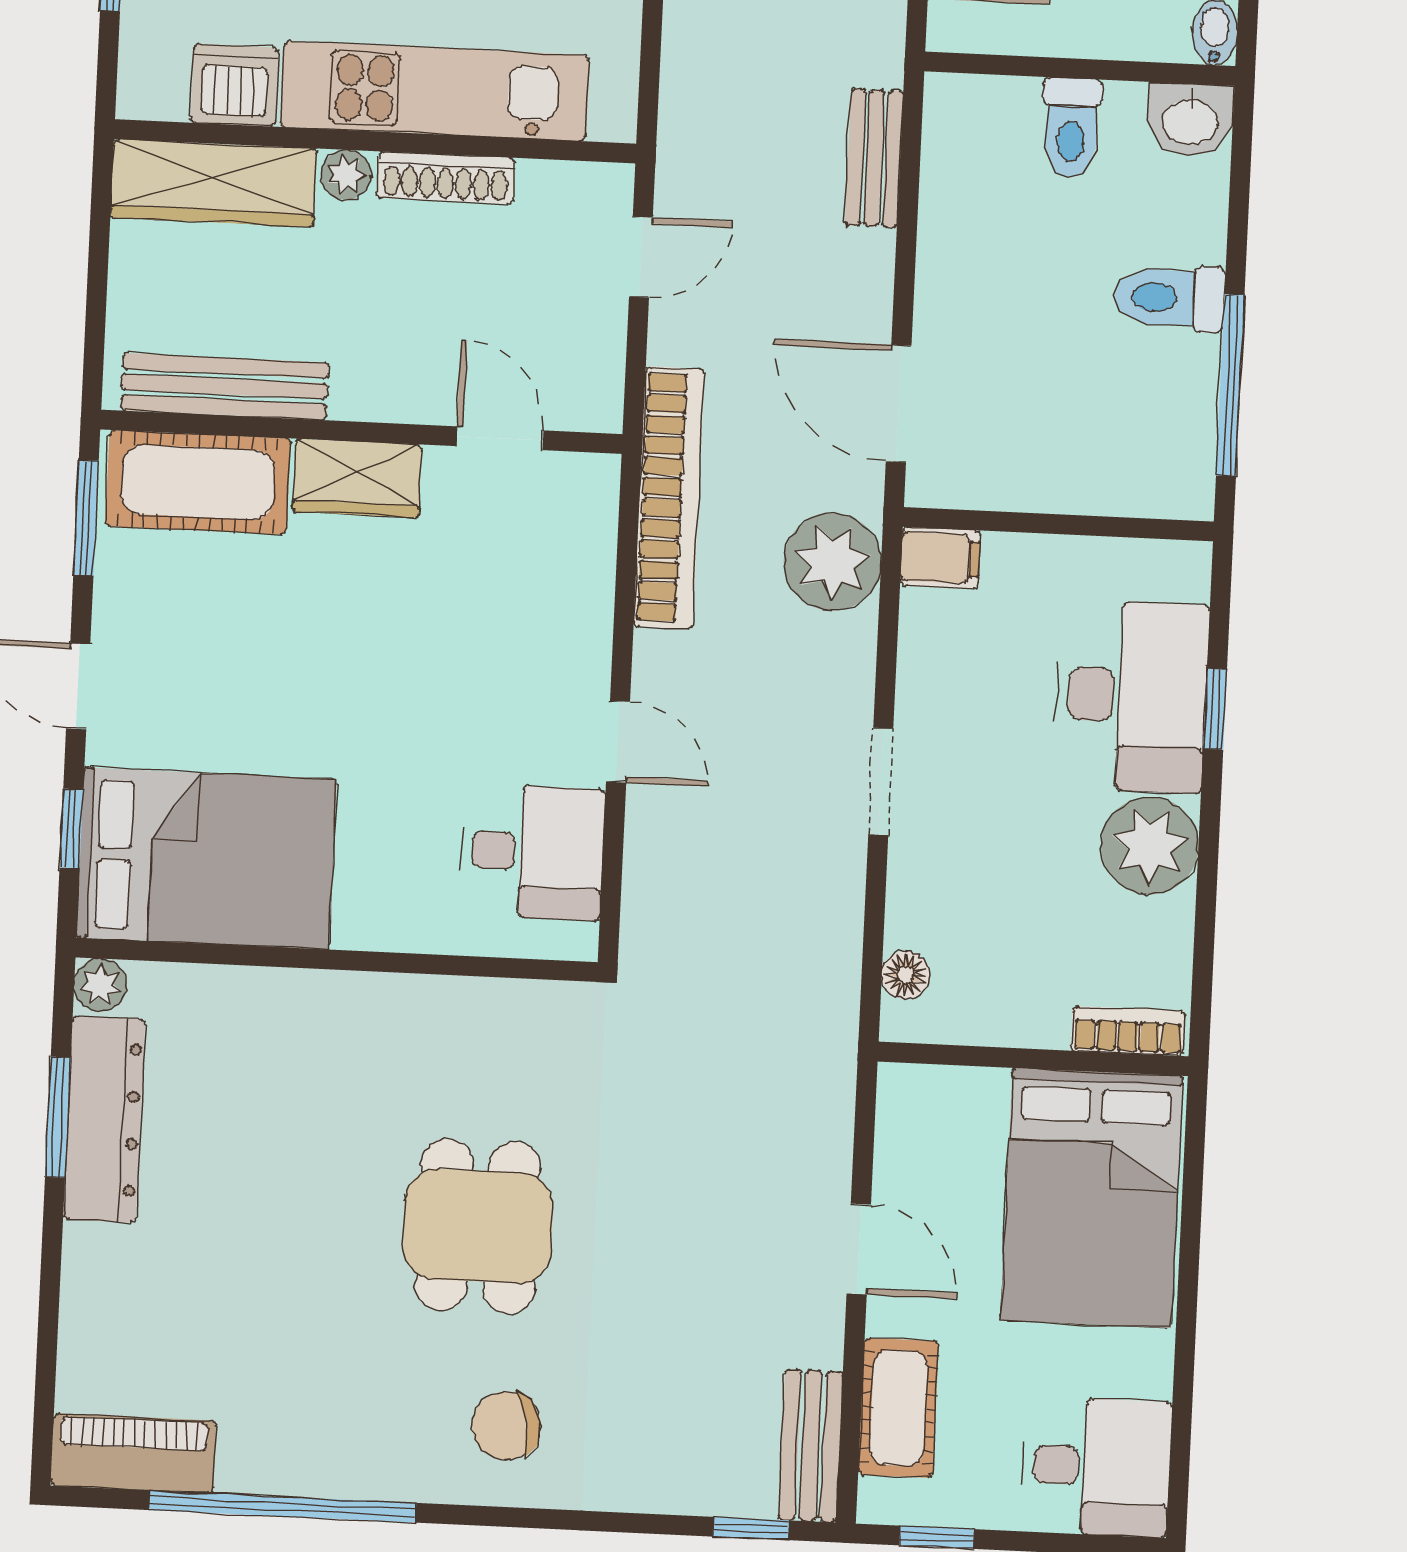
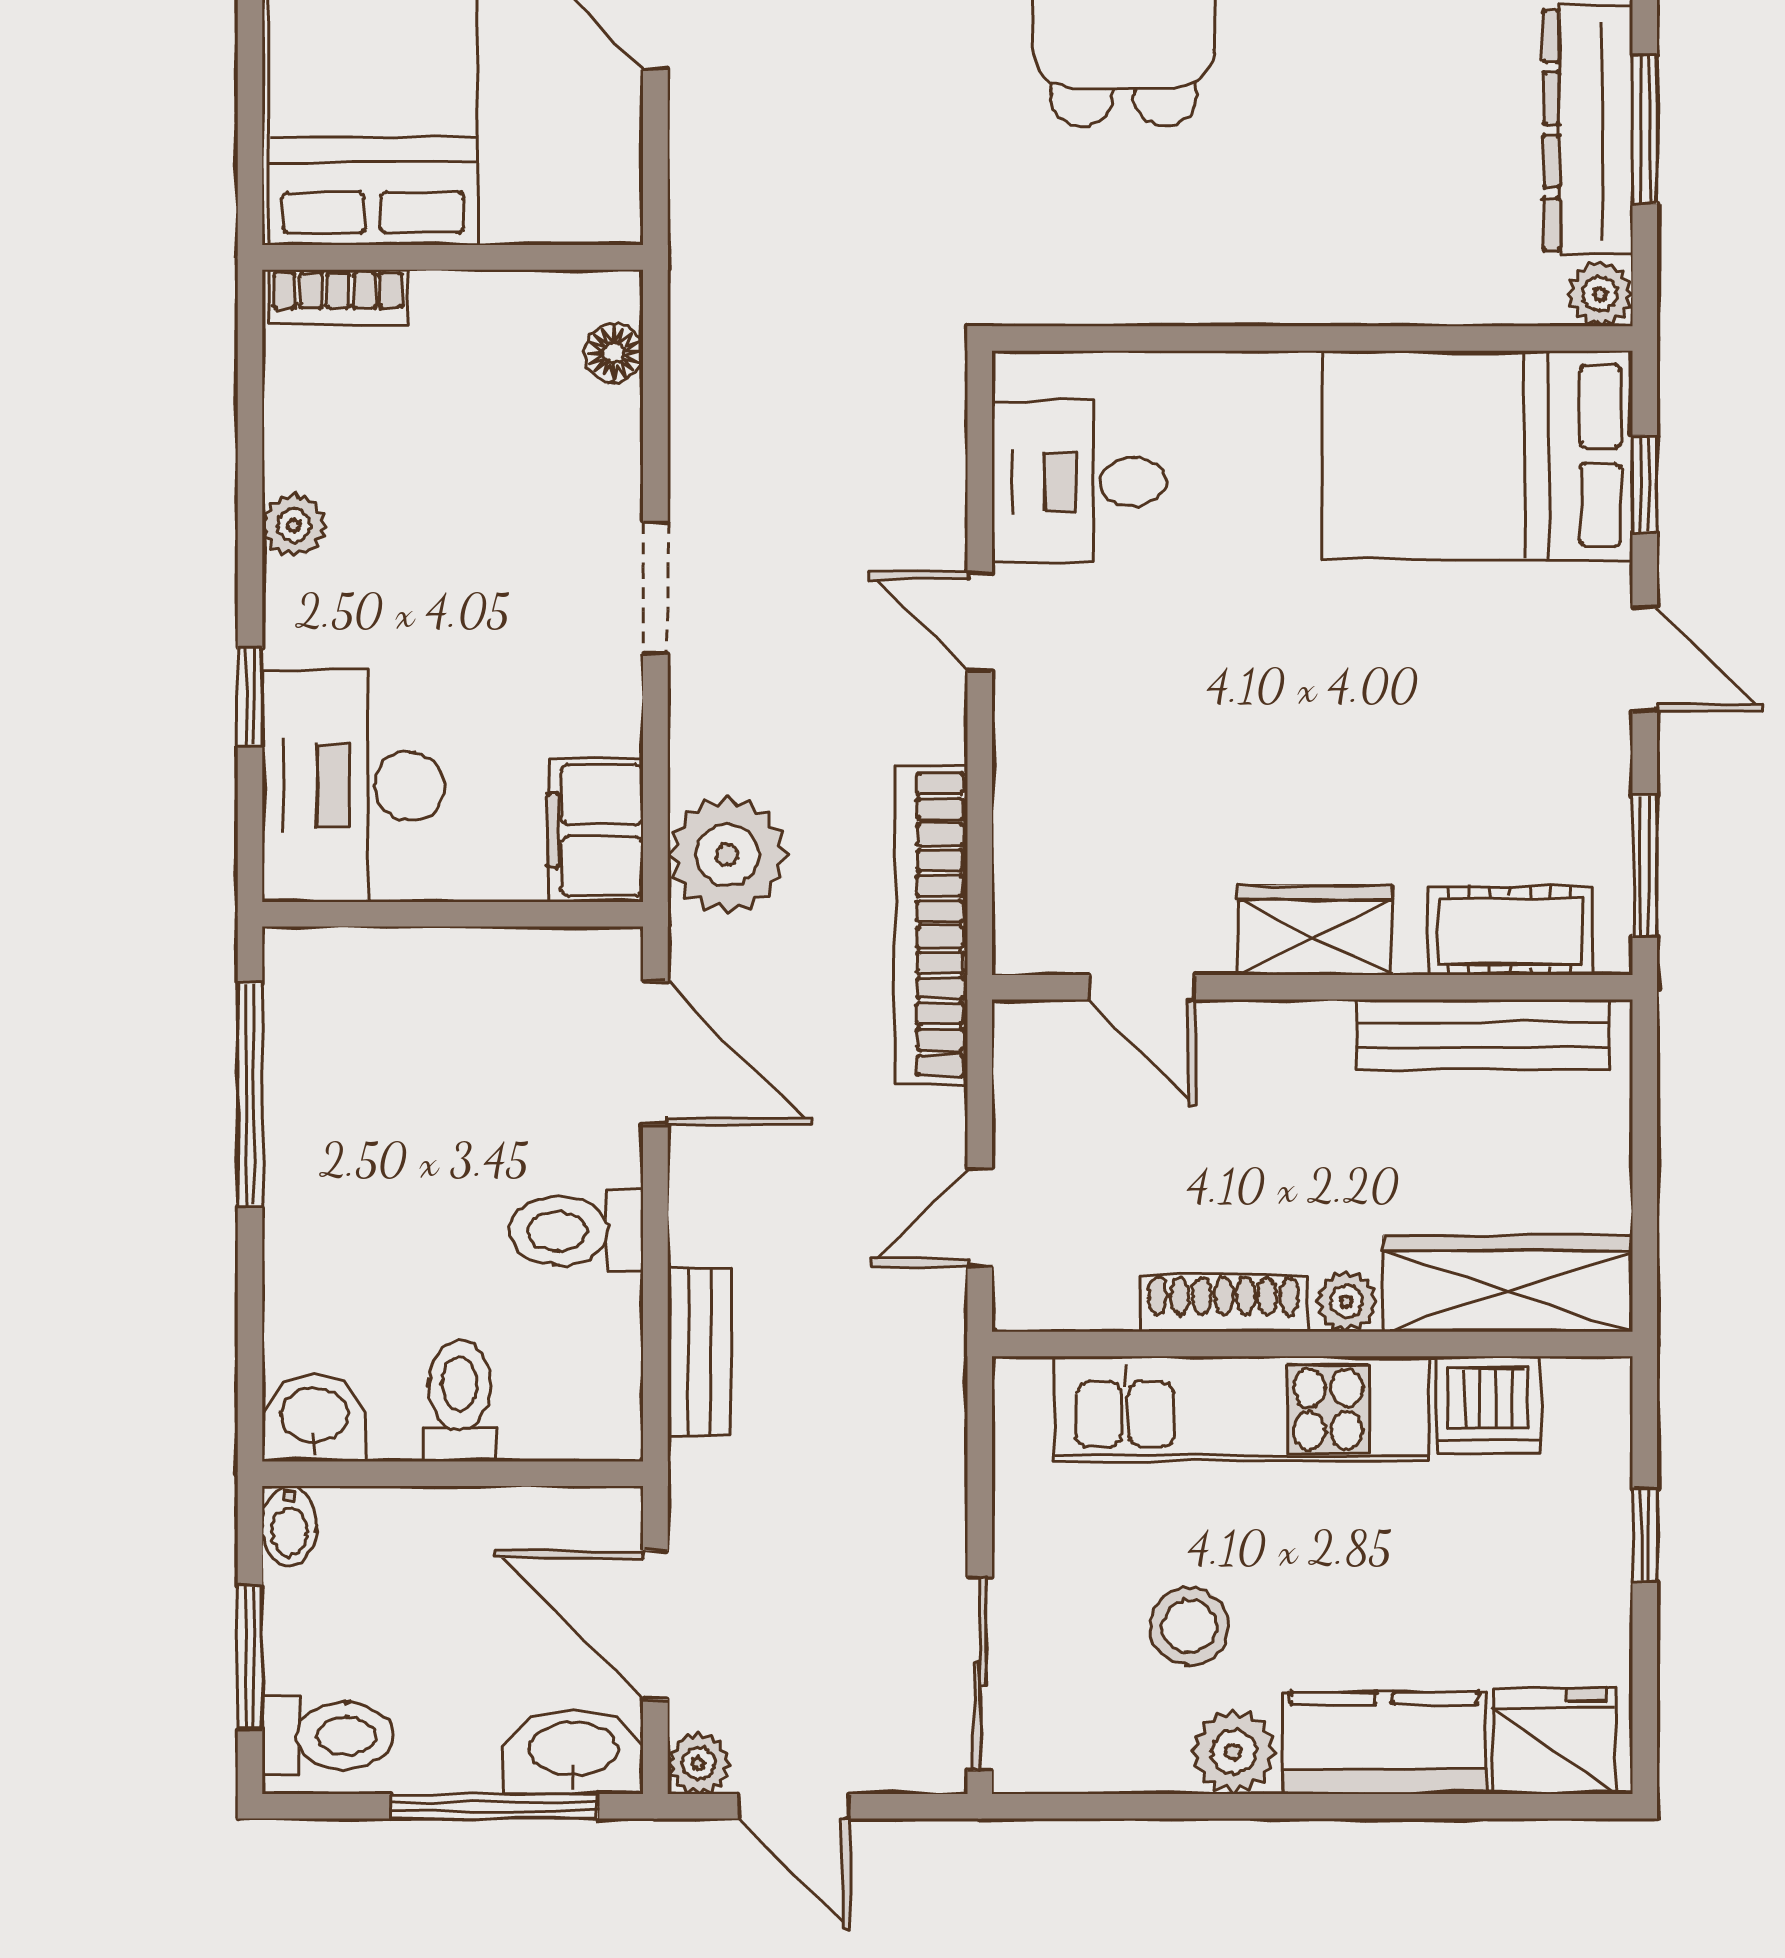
toilet: (1170, 298) -> (576, 1231), moved, turned 180
cot: (198, 482) -> (1510, 931), width x0.73, depth x0.75
filing cabinet: (940, 558) -> (595, 830), width x2.00
desk: (1131, 696) -> (353, 786), moved
plant: (1150, 846) -> (294, 526), width x0.53, depth x0.53

